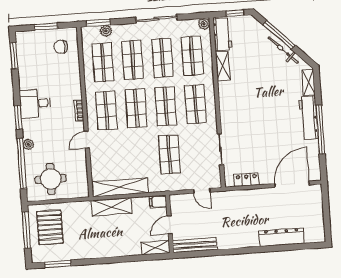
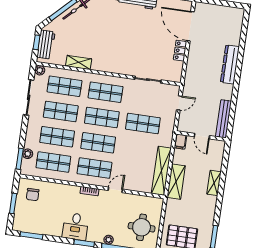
sliding door: (156, 19) -> (29, 97), moved
workbench: (222, 34) -> (46, 45), moved, turned 90
door: (87, 140) -> (115, 190), swing flipped
locker: (246, 180) -> (180, 51), moved
dresser: (282, 237) -> (230, 64), moved
shelving: (155, 248) -> (214, 183), moved

